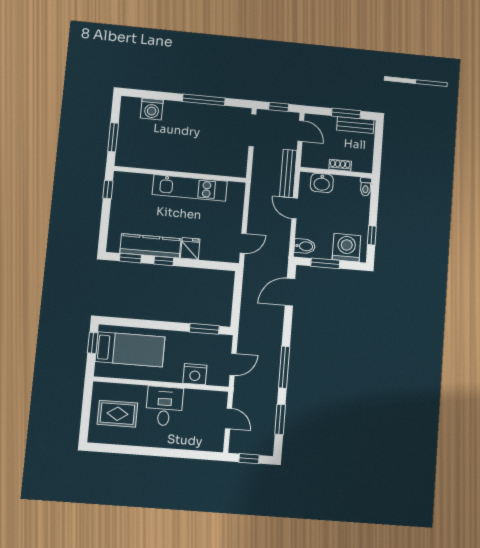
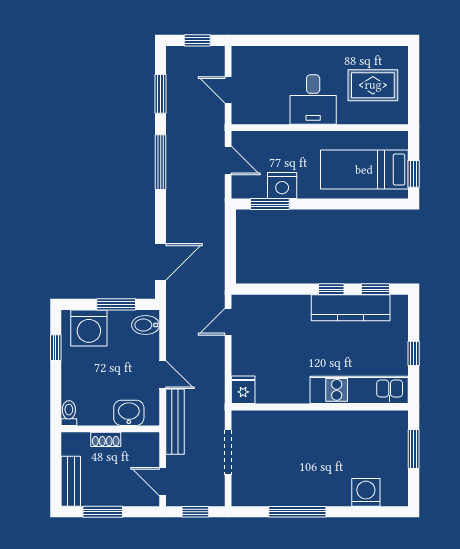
bench: (355, 125) -> (71, 481), moved, turned 90
doorway: (252, 130) -> (228, 452), moved
kitchen unit: (190, 188) -> (359, 390), moved
window: (108, 189) -> (414, 353), moved
fridge: (190, 249) -> (243, 390), moved, turned 180
door: (233, 364) -> (228, 161), swing flipped
nightstand: (195, 374) -> (282, 186), moved, turned 180

